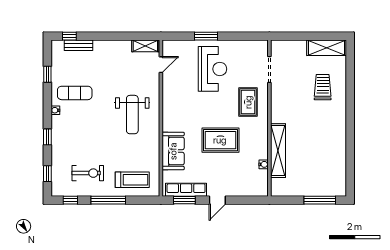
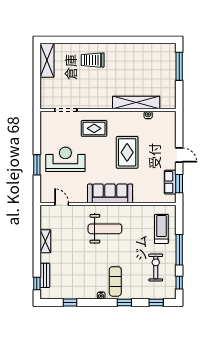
shelving: (145, 46) -> (45, 241), moved
trolley: (323, 87) -> (93, 60), moved
exercise mat: (75, 93) -> (115, 281), moved
sofa: (173, 151) -> (110, 193), moved, width x1.36
row of seats: (186, 190) -> (170, 182), width x0.68

